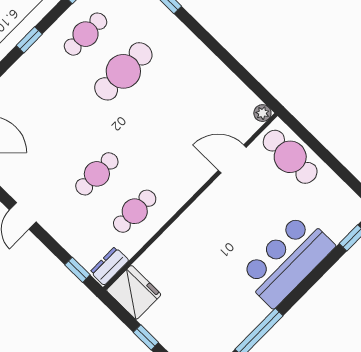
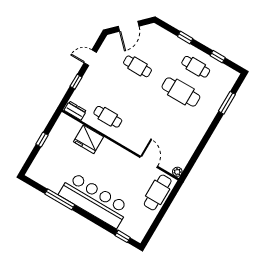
cafe table: (97, 174) -> (137, 66), moved
bar counter: (287, 260) -> (94, 200), width x1.36
window: (77, 270) -> (76, 82), moved
fridge: (134, 292) -> (89, 139), moved, turned 90

